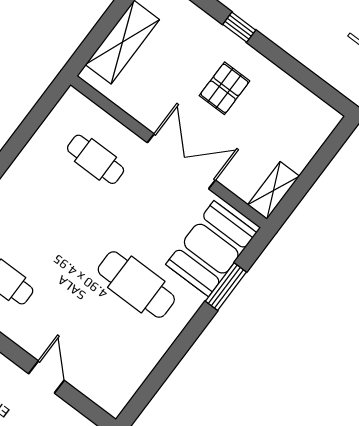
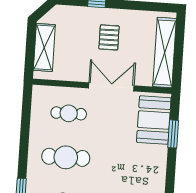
shelving: (274, 190) -> (165, 53), width x2.20, depth x1.33
cafe table: (136, 284) -> (66, 157), moved

